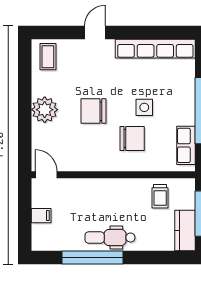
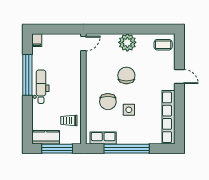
filing cabinet: (41, 216) -> (37, 40), moved

